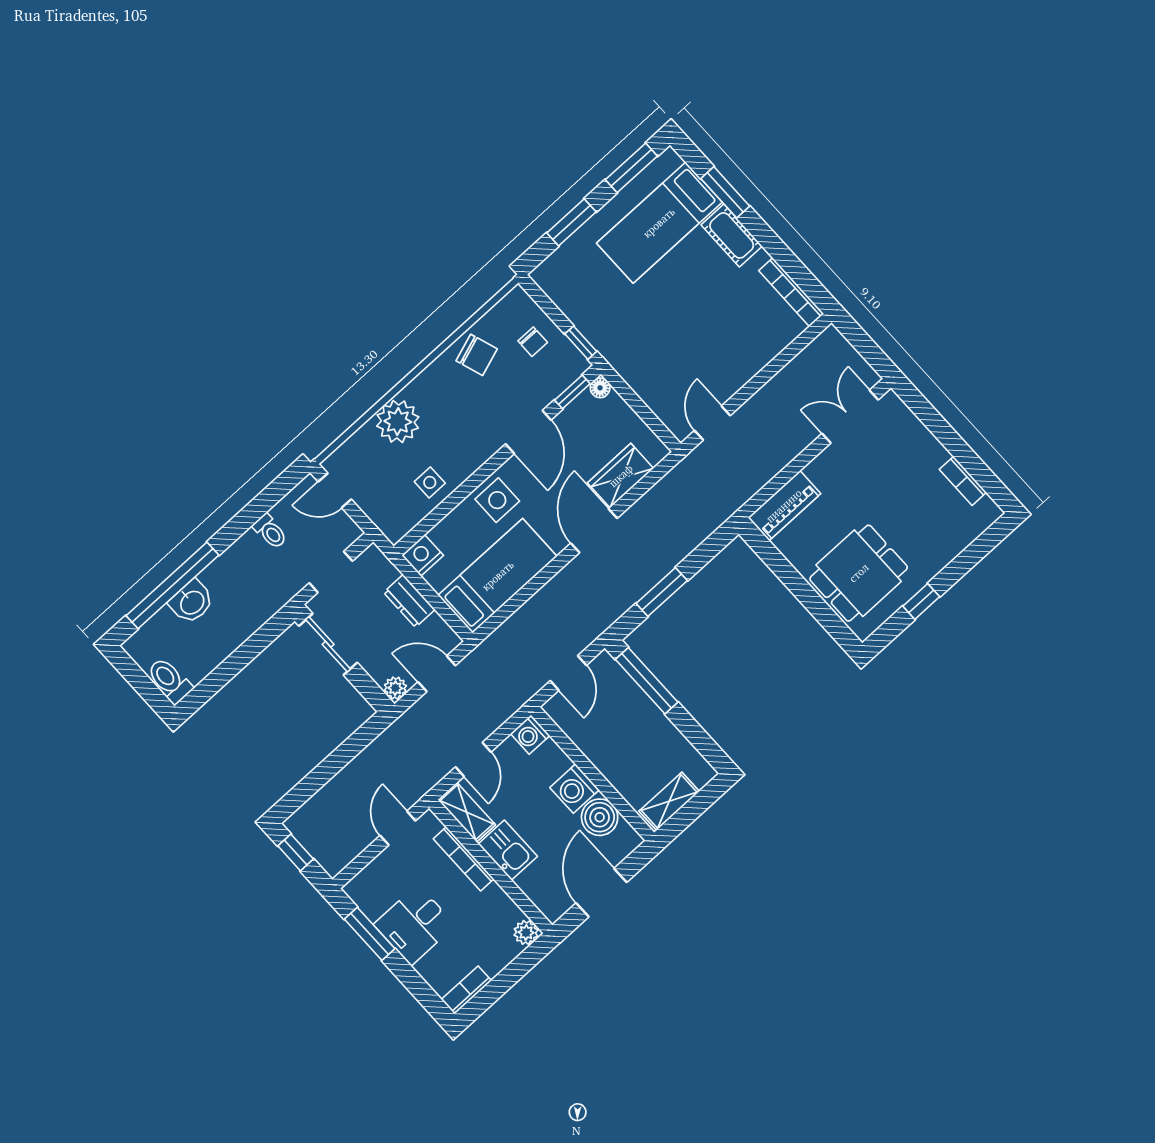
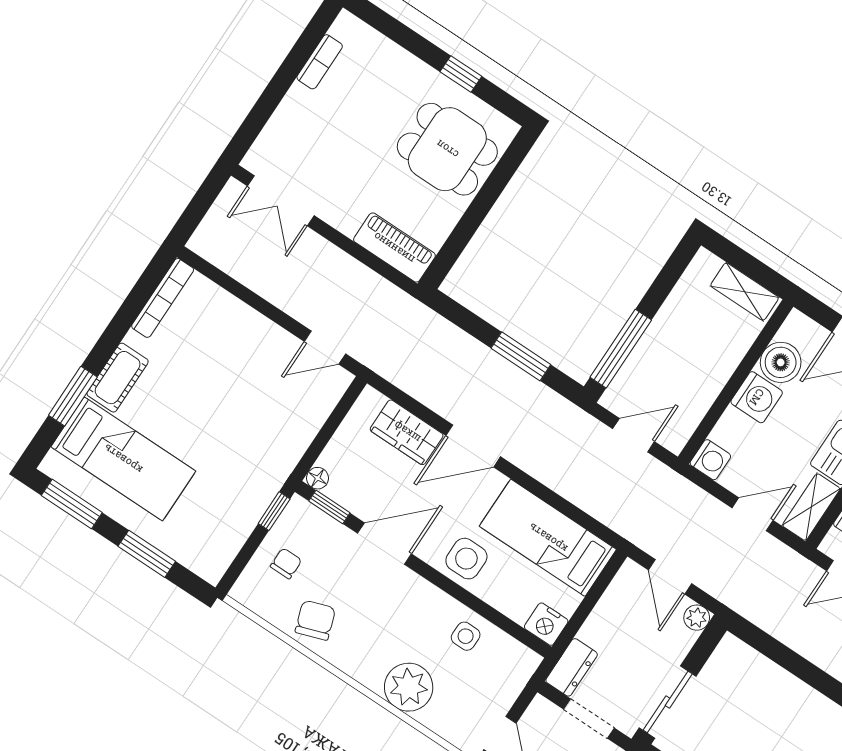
dresser: (409, 601) -> (572, 667), moved

